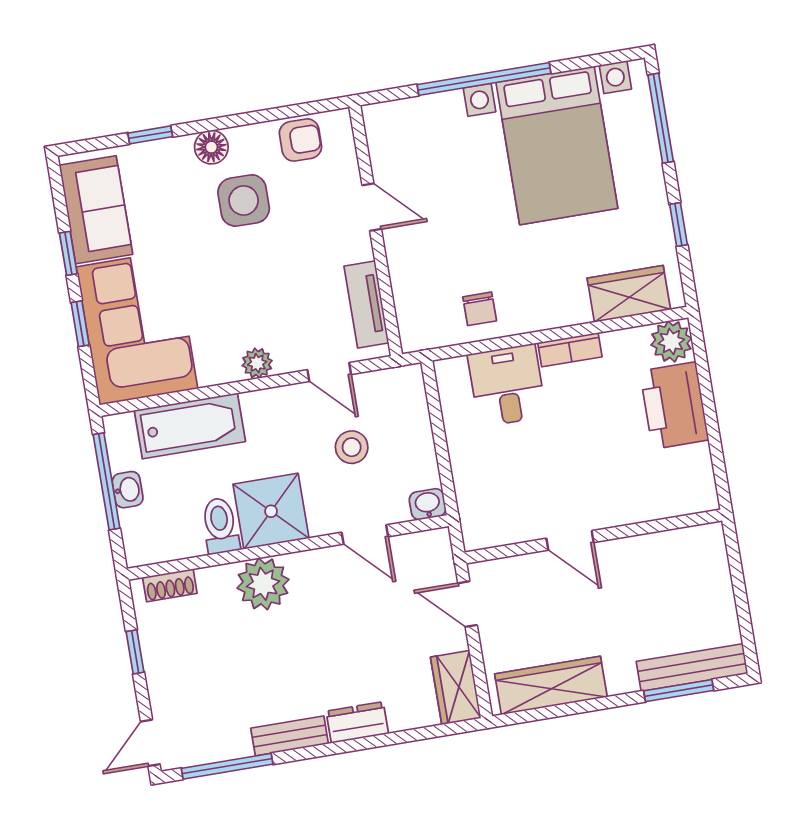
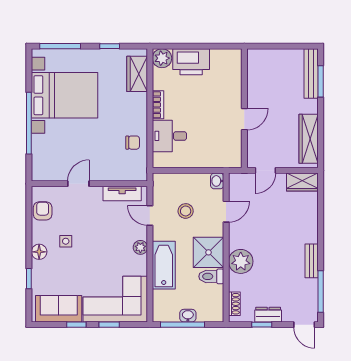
side table: (244, 200) -> (66, 241), width x0.54, depth x0.54
door: (329, 372) -> (150, 215), swing flipped
bathtub: (190, 426) -> (164, 265), moved
dresser: (357, 722) -> (268, 315), moved, turned 90

